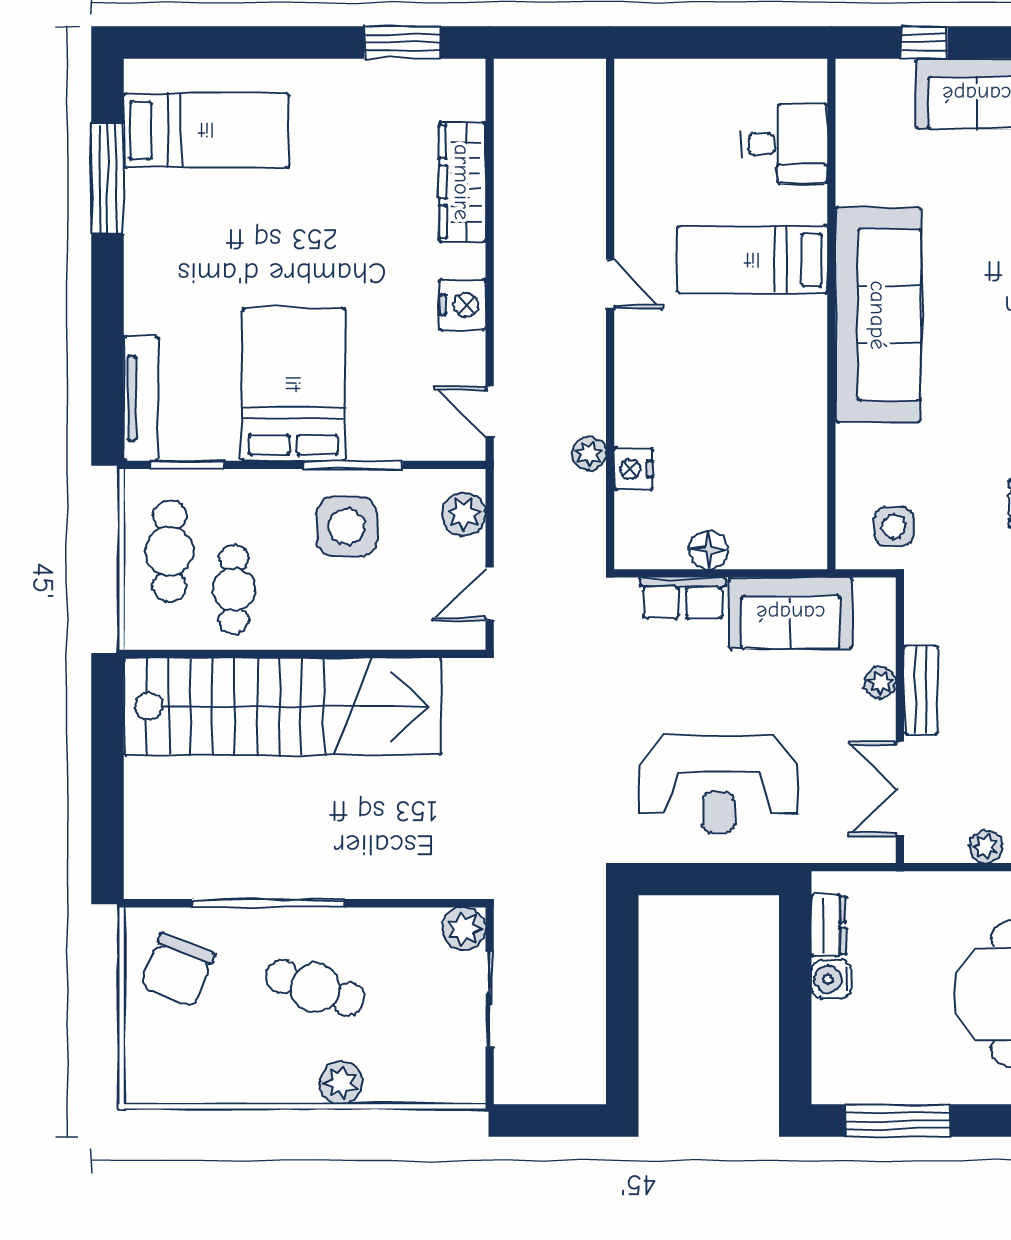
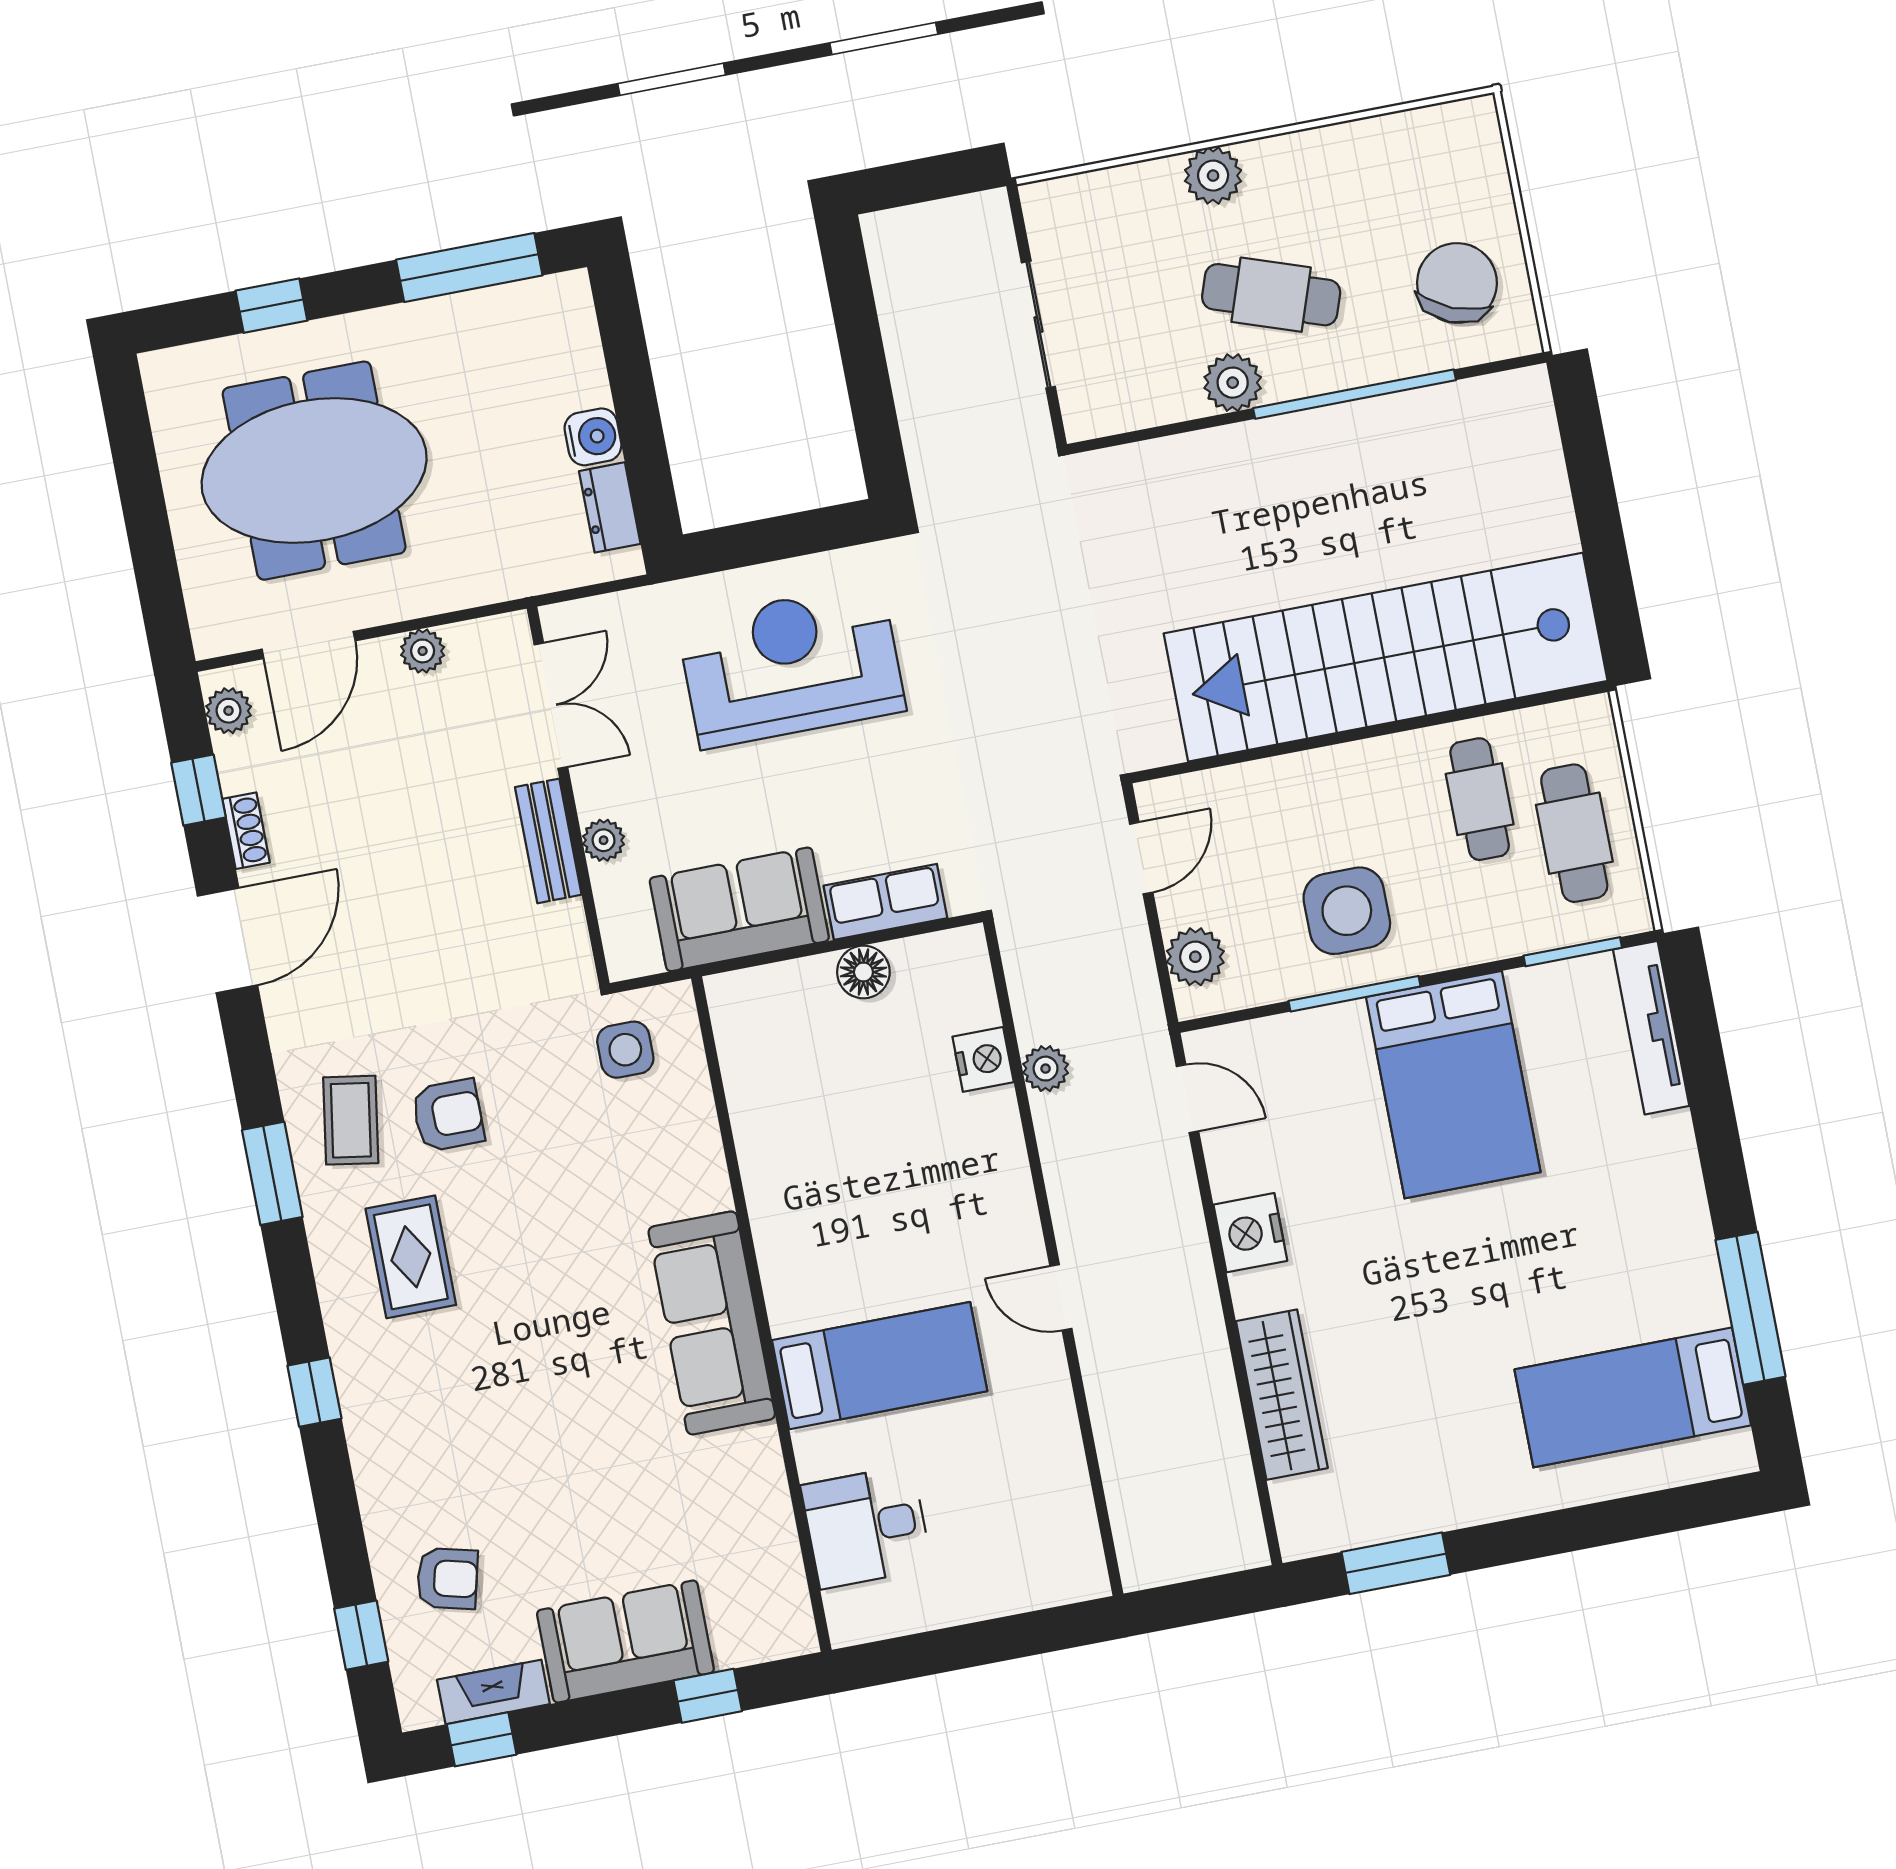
sofa: (878, 315) -> (712, 1323), width x0.74, depth x0.79
plant: (464, 929) -> (1233, 383), moved

